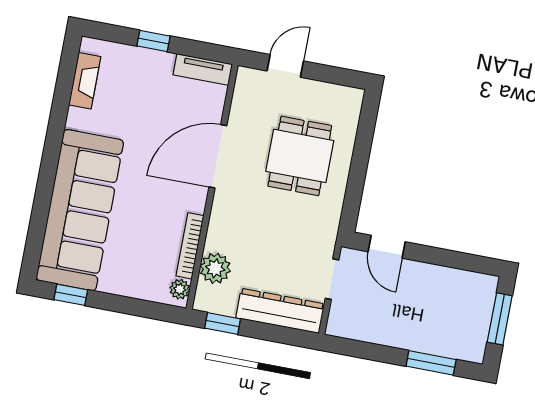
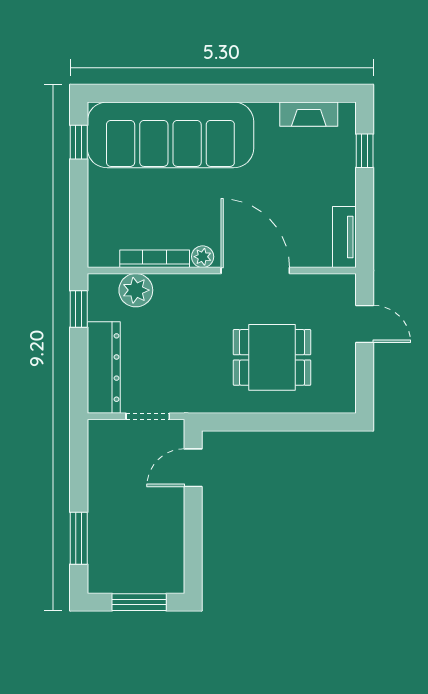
window: (153, 41) -> (365, 151), moved
plant: (180, 289) -> (203, 257), moved

